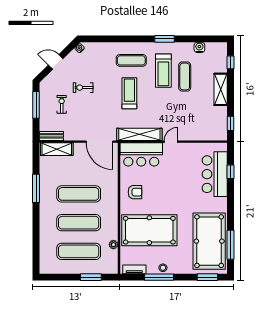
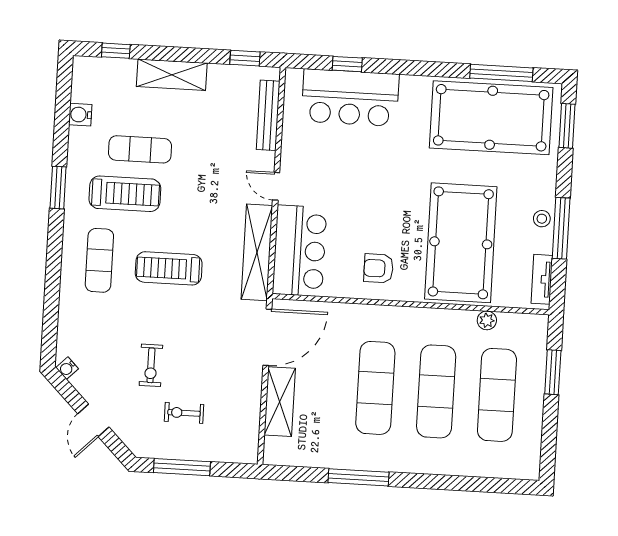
bench: (51, 136) -> (268, 115), moved, width x1.36
shelving: (57, 149) -> (280, 402), moved
armchair: (135, 192) -> (378, 268), turned -90

